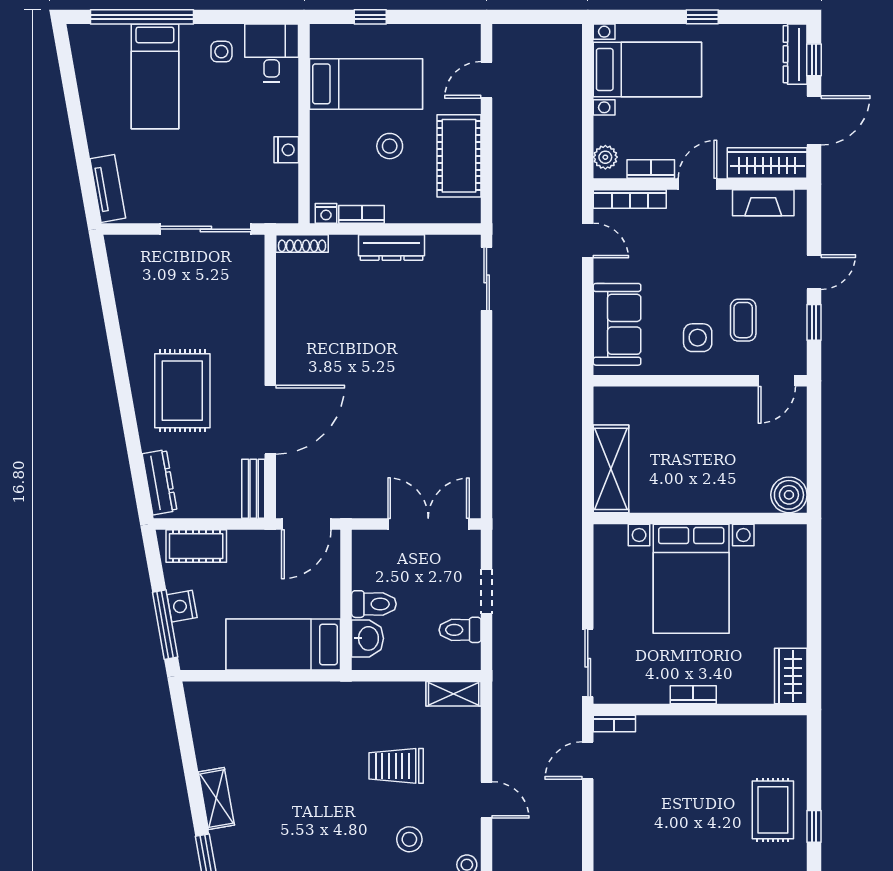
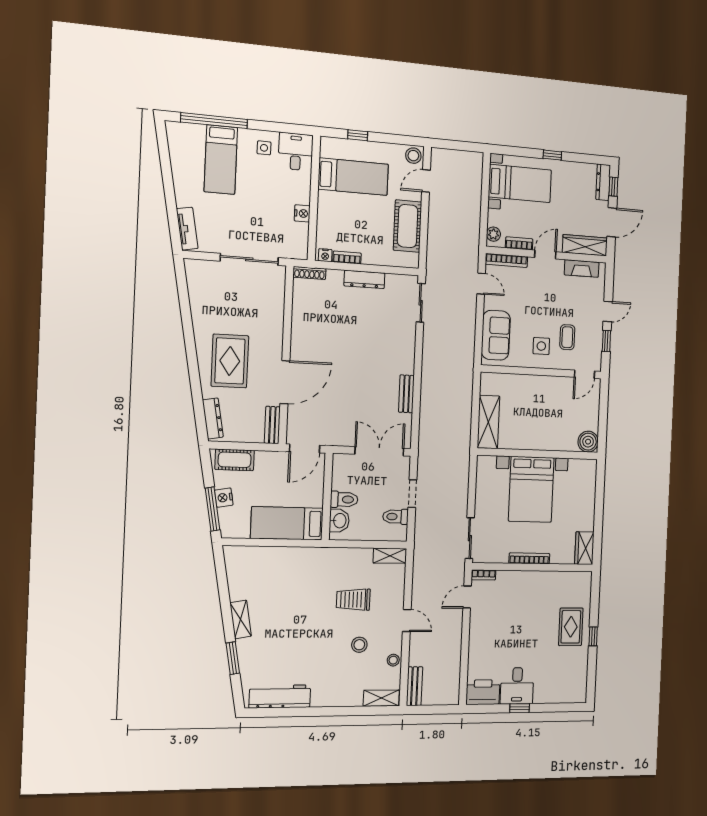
stool: (390, 146) -> (413, 156), moved
bench: (469, 429) -> (406, 394), added
bookcase: (693, 695) -> (529, 558), width x1.56

